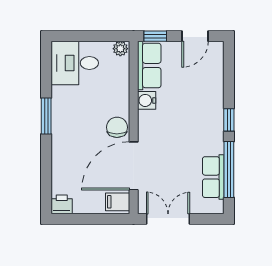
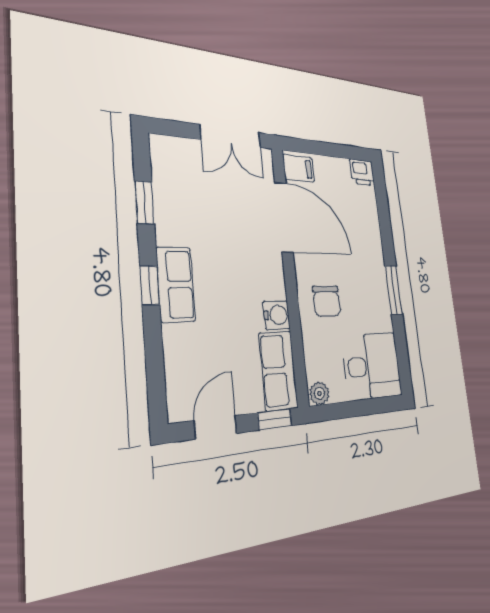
chair: (117, 127) -> (327, 301), moved
door: (134, 166) -> (284, 217), hinge flipped
window: (229, 170) -> (144, 202), width x0.46
row of seats: (213, 177) -> (176, 284), moved

